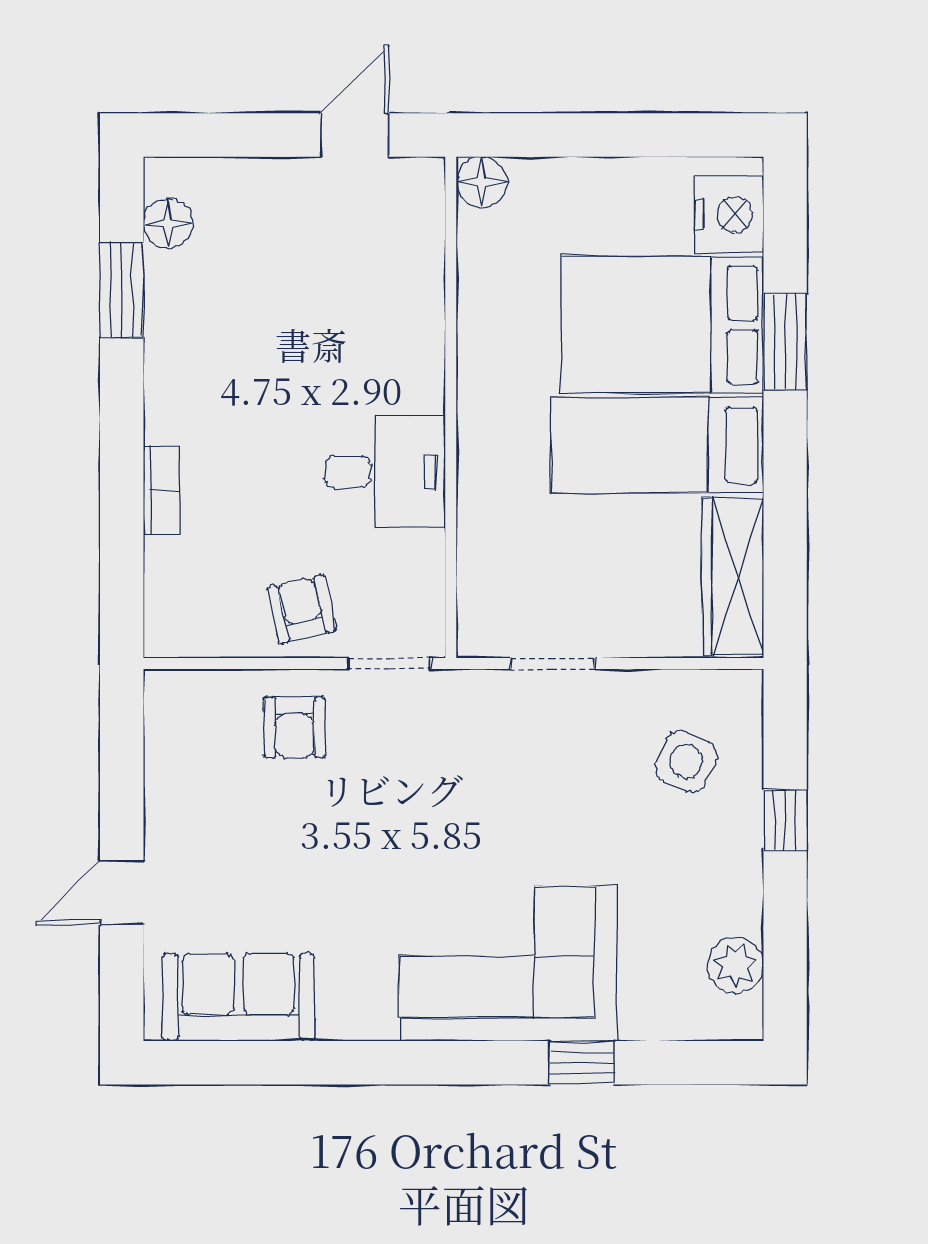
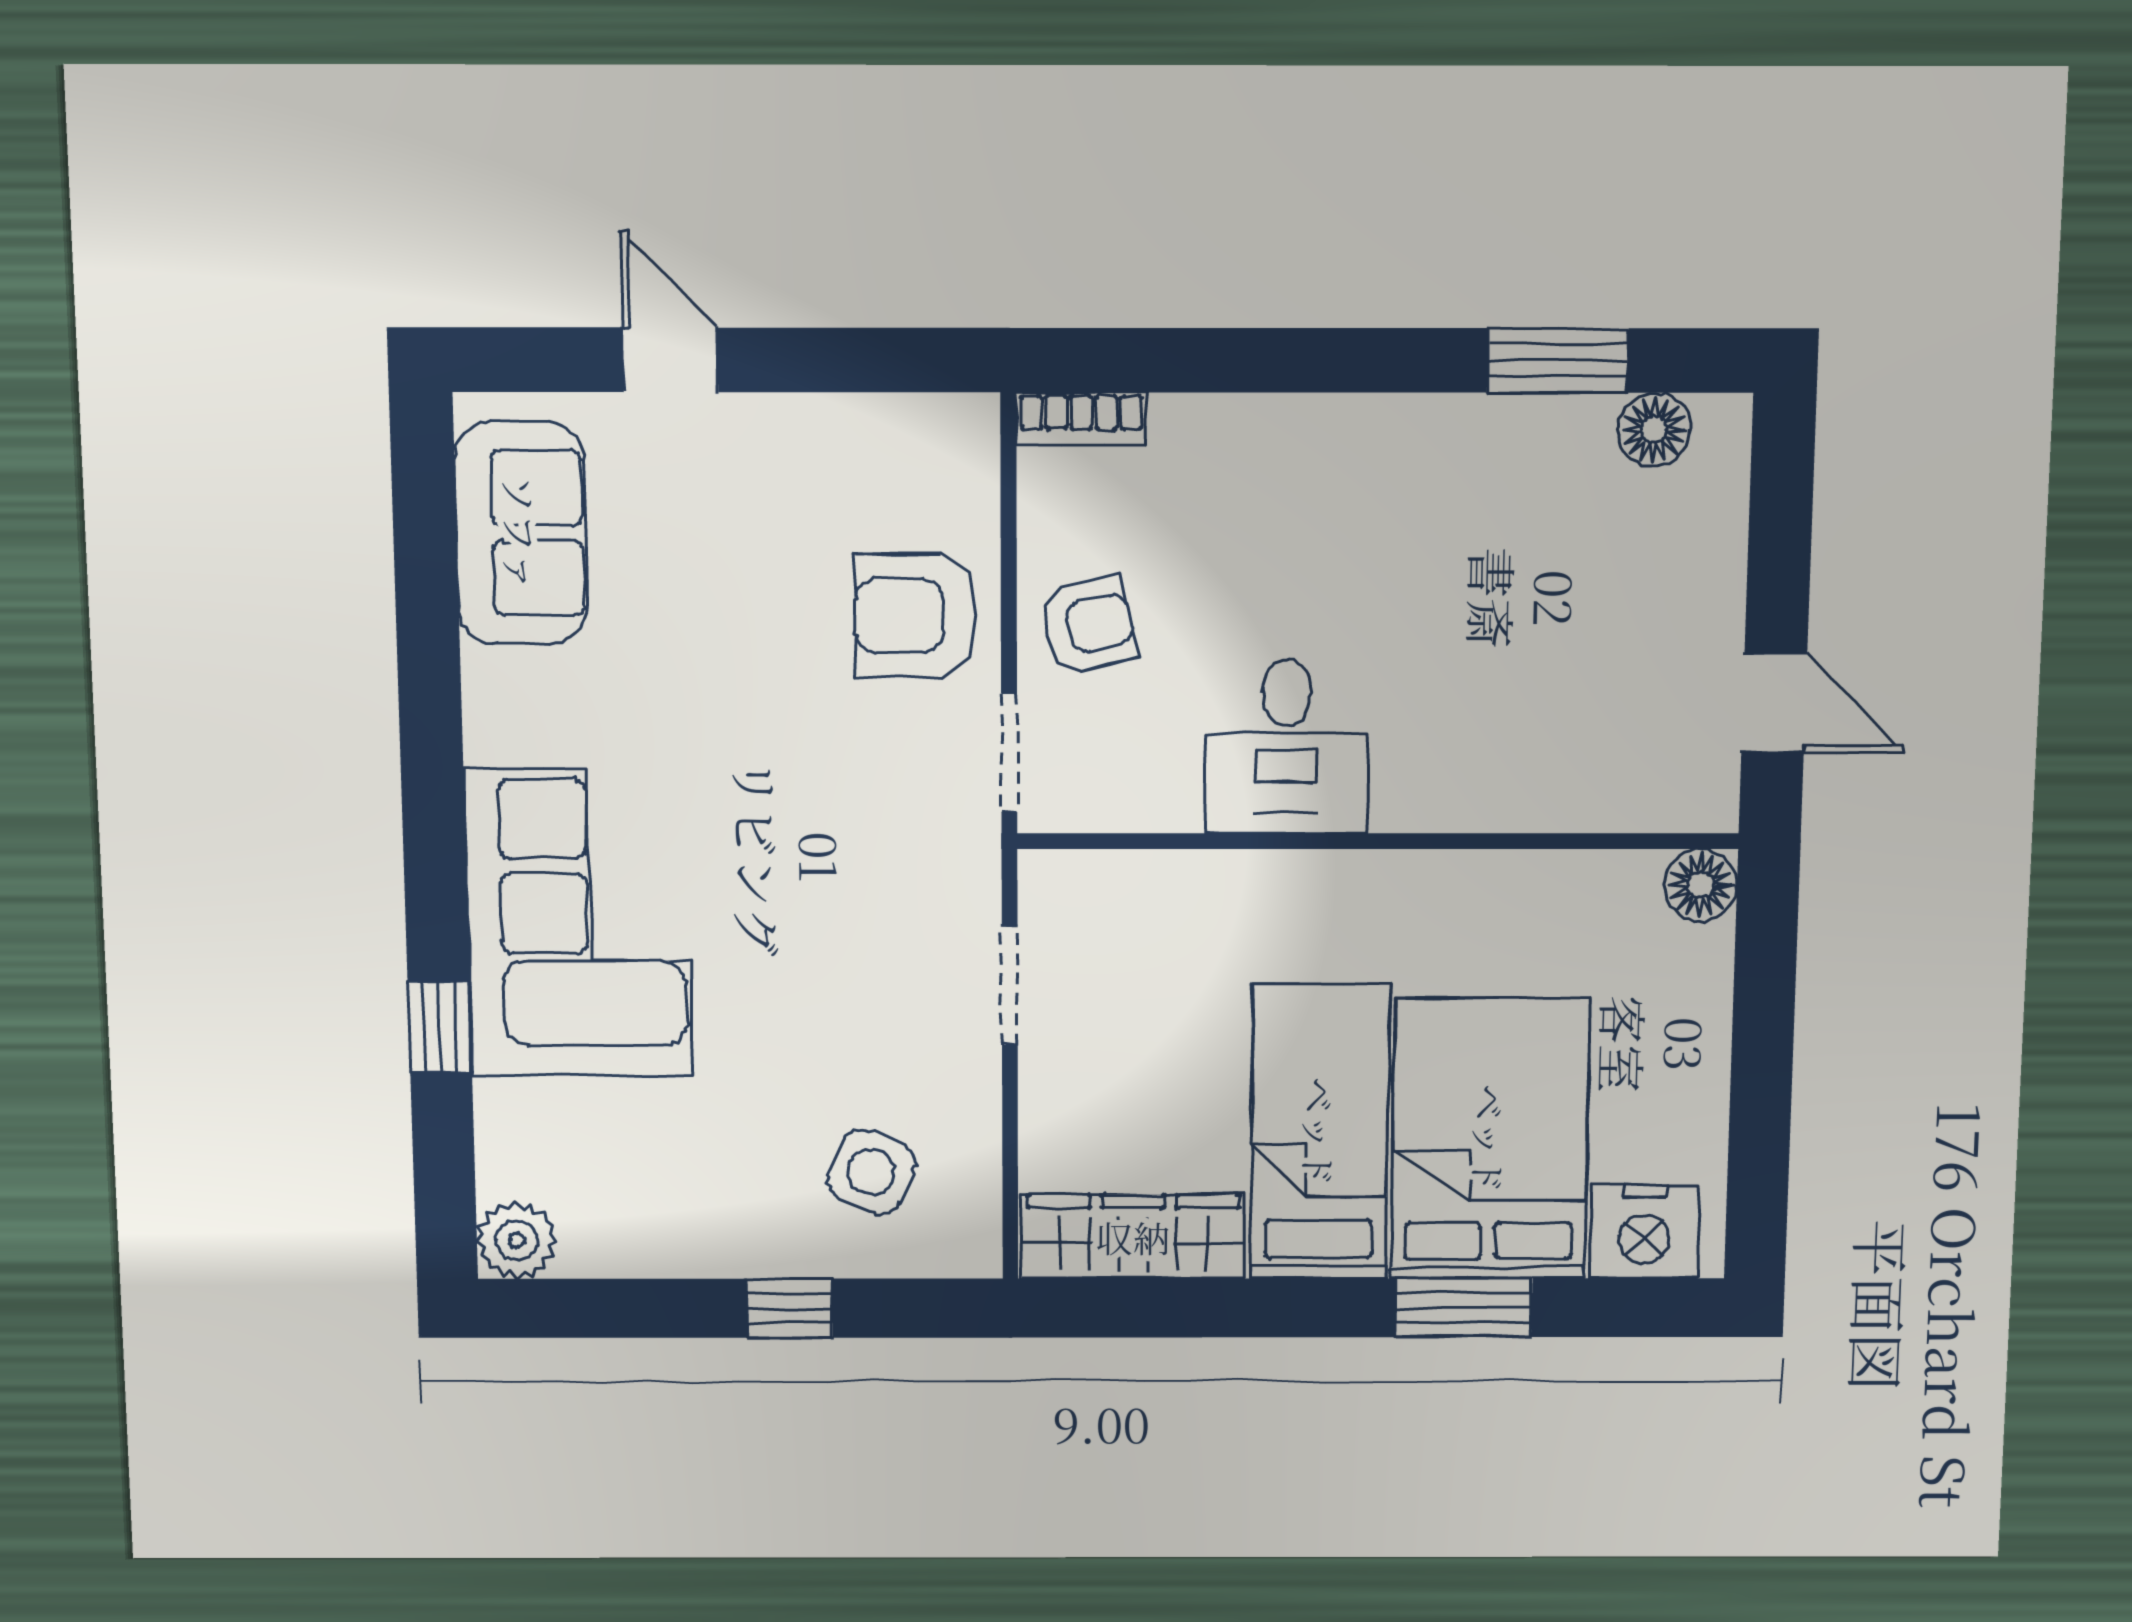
bookcase: (161, 491) -> (1081, 419), moved
armchair: (295, 727) -> (916, 616), width x1.38, depth x1.38
plant: (736, 965) -> (516, 1240), moved

